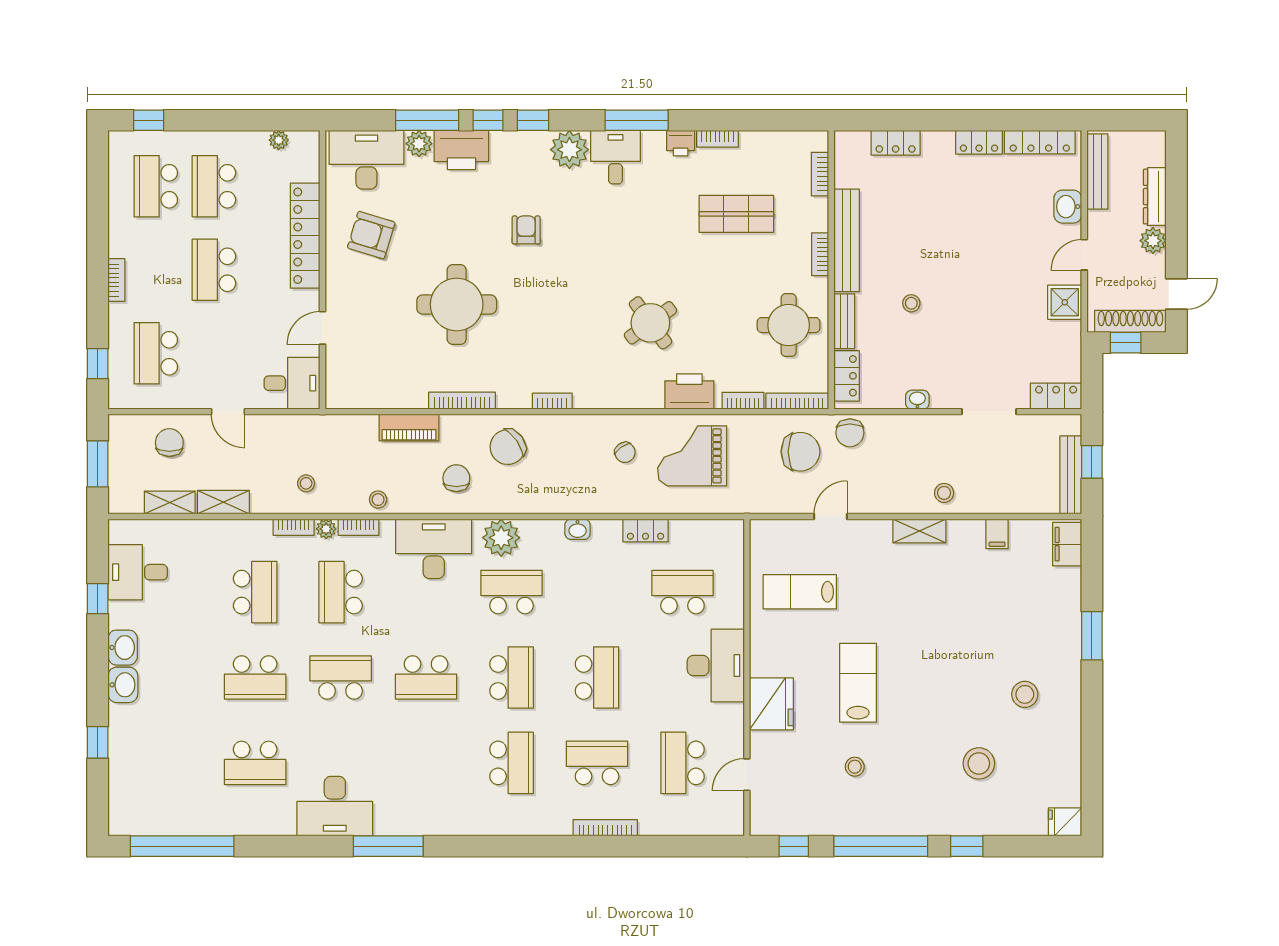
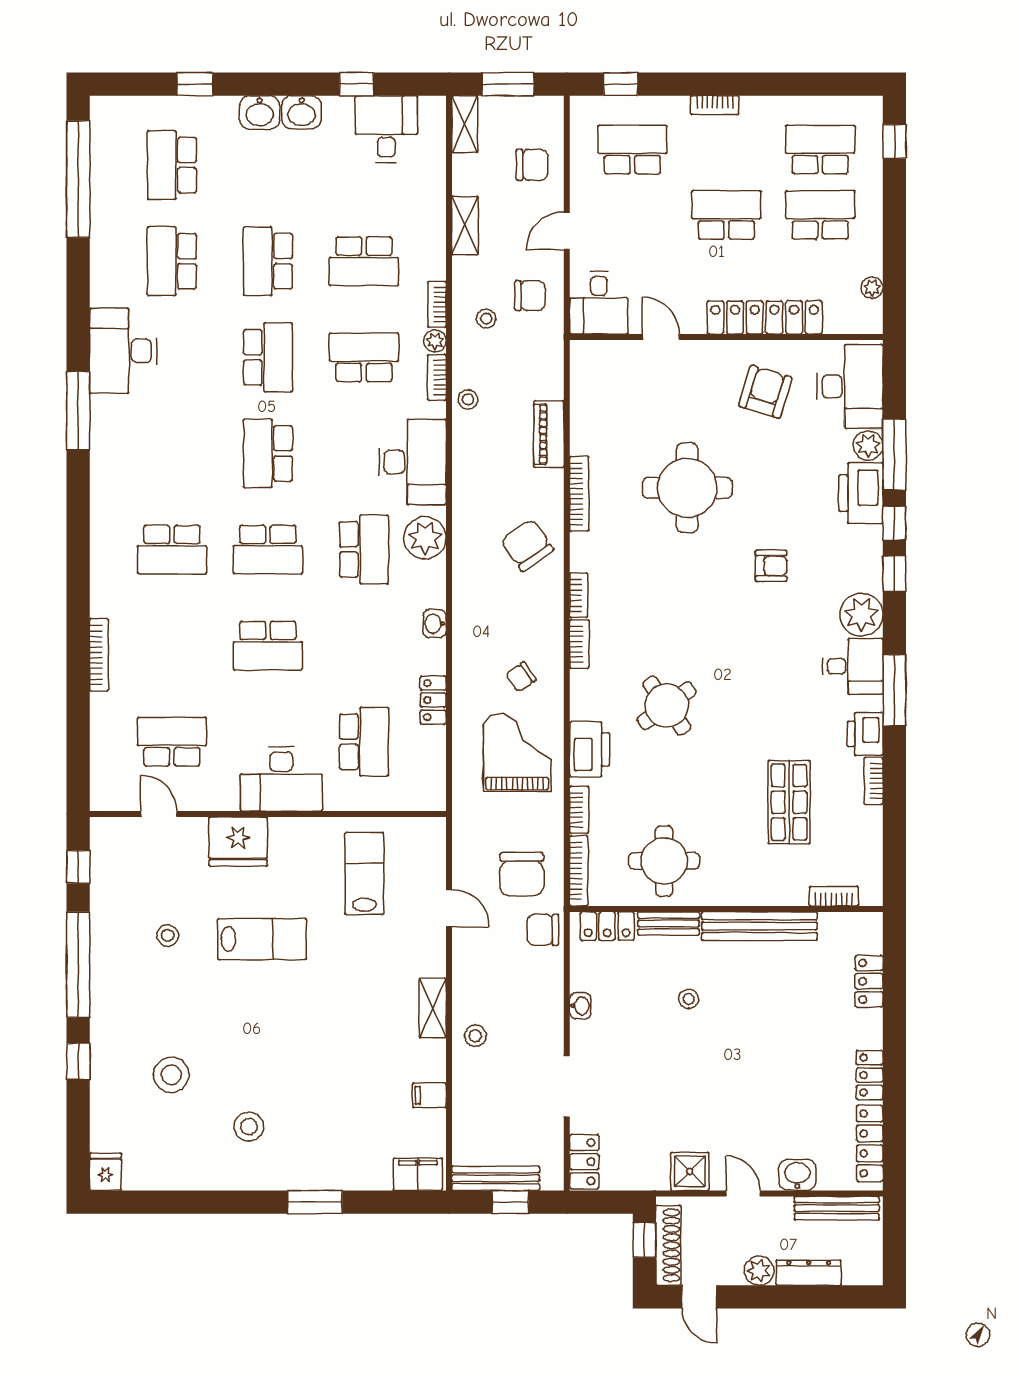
printer: (681, 143) -> (865, 734), width x1.36, depth x1.24
bookcase: (820, 254) -> (579, 644), moved, turned 90
chair: (456, 478) -> (530, 296), moved
shelving: (170, 502) -> (465, 124), moved
school desk: (597, 763) -> (172, 165), moved, turned 180

